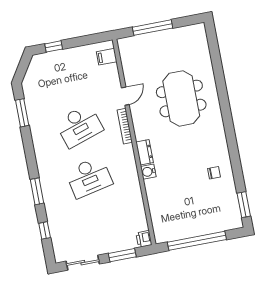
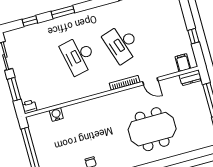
window: (54, 46) -> (193, 36), moved
dresser: (145, 152) -> (190, 78), moved
water cooler: (148, 172) -> (56, 114), moved

